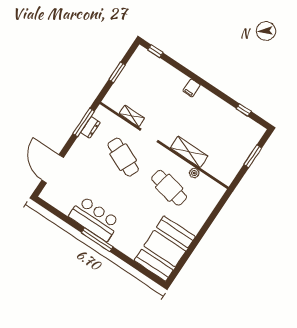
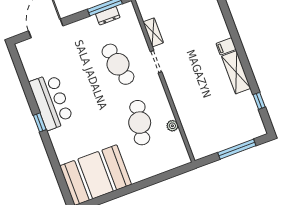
shelving: (189, 152) -> (236, 72), moved
window: (253, 156) -> (237, 149), width x1.44
cafe table: (123, 157) -> (118, 64), turned -36
window: (97, 240) -> (40, 122), width x0.46

